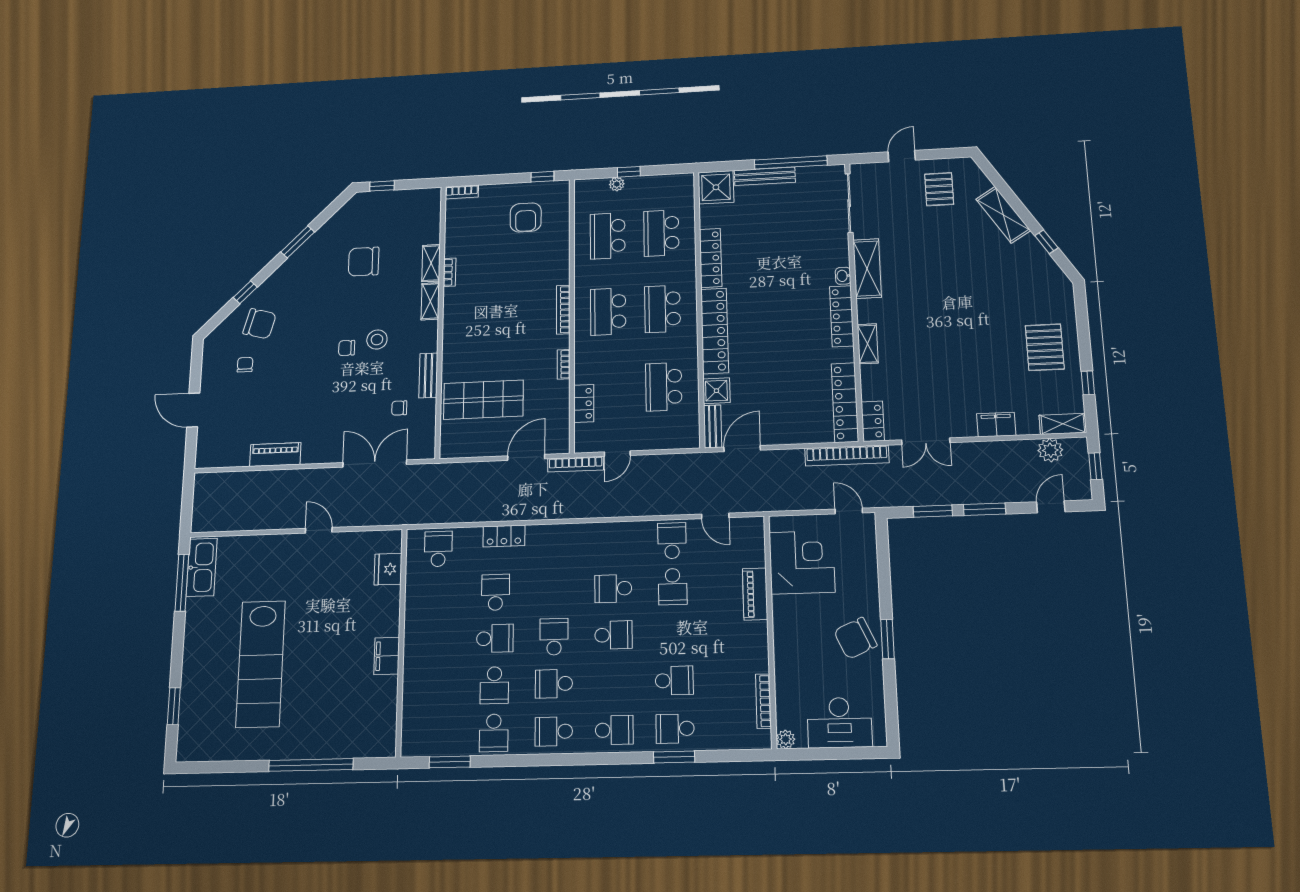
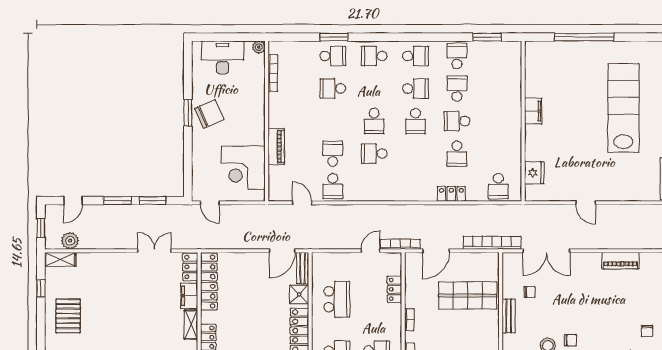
filing cabinet: (996, 425) -> (189, 296), moved, turned 90
bookcase: (847, 456) -> (492, 243), moved
school desk: (613, 588) -> (374, 154), turned 180
school desk: (614, 635) -> (374, 121), turned -90

